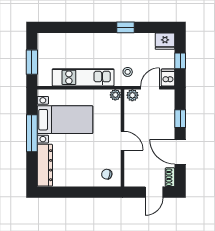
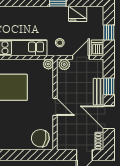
fridge: (165, 41) -> (78, 14), moved
bench: (169, 124) -> (99, 92), added
chair: (107, 174) -> (40, 138), width x1.87, depth x1.87

